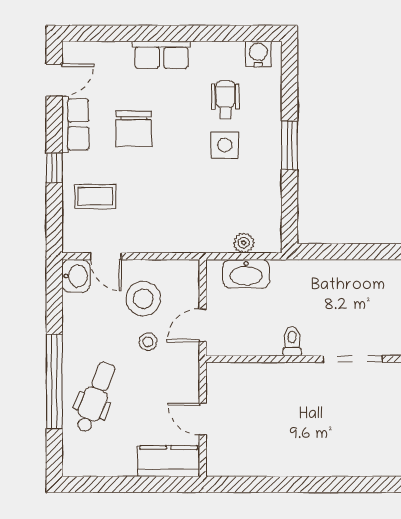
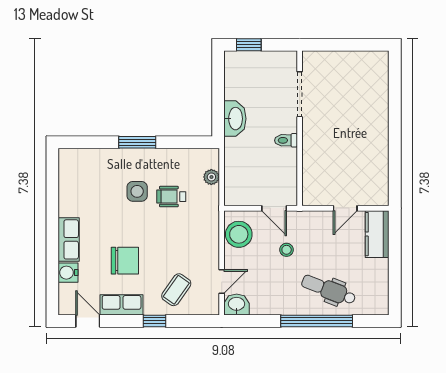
water cooler: (258, 54) -> (68, 273), moved
wheelchair: (225, 100) -> (171, 197), moved
coffee table: (95, 197) -> (176, 290), turned 35
washbasin: (246, 274) -> (235, 119), moved
stool: (143, 299) -> (239, 234), moved

